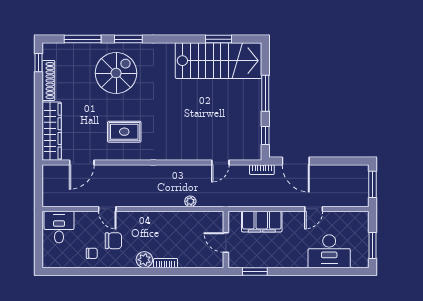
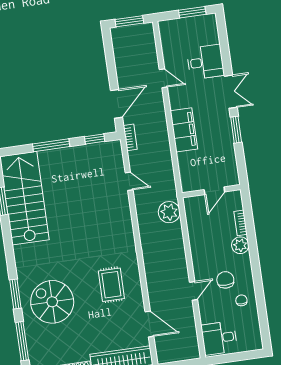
plant: (190, 201) -> (169, 212), width x1.88, depth x1.88
wall: (226, 239) -> (211, 191), moved
door: (226, 242) -> (214, 191), moved
desk: (329, 251) -> (205, 62), width x0.73
double door: (292, 271) -> (231, 92), added

